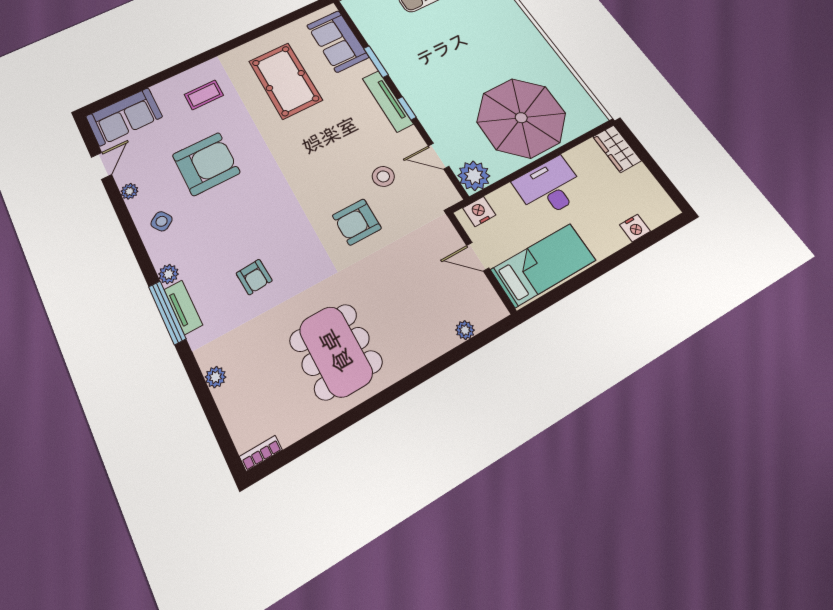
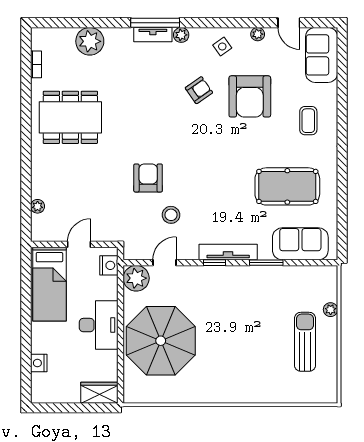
armchair: (254, 277) -> (199, 90), moved, turned 149
plant: (216, 377) -> (90, 41), width x1.87, depth x1.87
bookcase: (261, 453) -> (36, 64), moved

